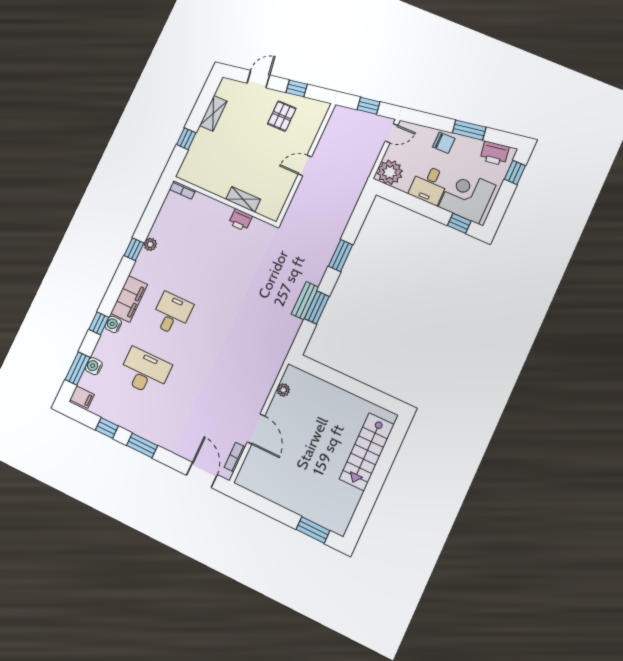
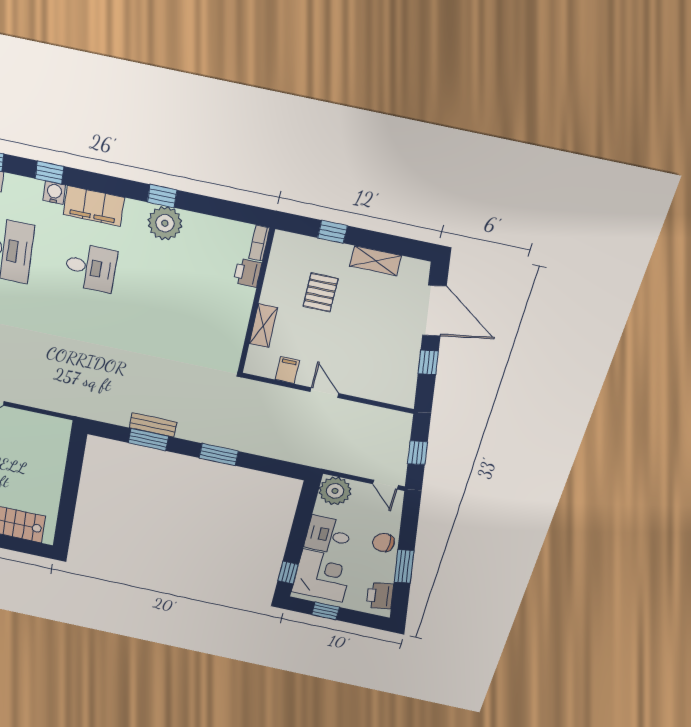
door: (258, 79) -> (434, 311), width x1.88
pallet: (282, 116) -> (321, 292), moved, turned 90
chair: (444, 143) -> (383, 543), turned 90
window: (515, 172) -> (326, 611), moved
filing cabinet: (281, 189) -> (287, 370), added
printer: (240, 220) -> (247, 273), moved
plant: (150, 244) -> (165, 223), width x1.88, depth x1.88
plant: (283, 390) -> (40, 421), removed

